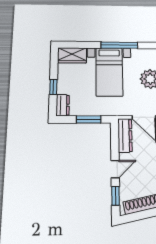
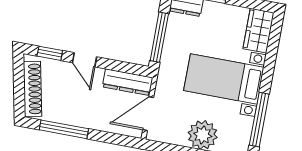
window: (119, 45) -> (259, 120), moved
window: (89, 119) -> (159, 37), width x1.44

